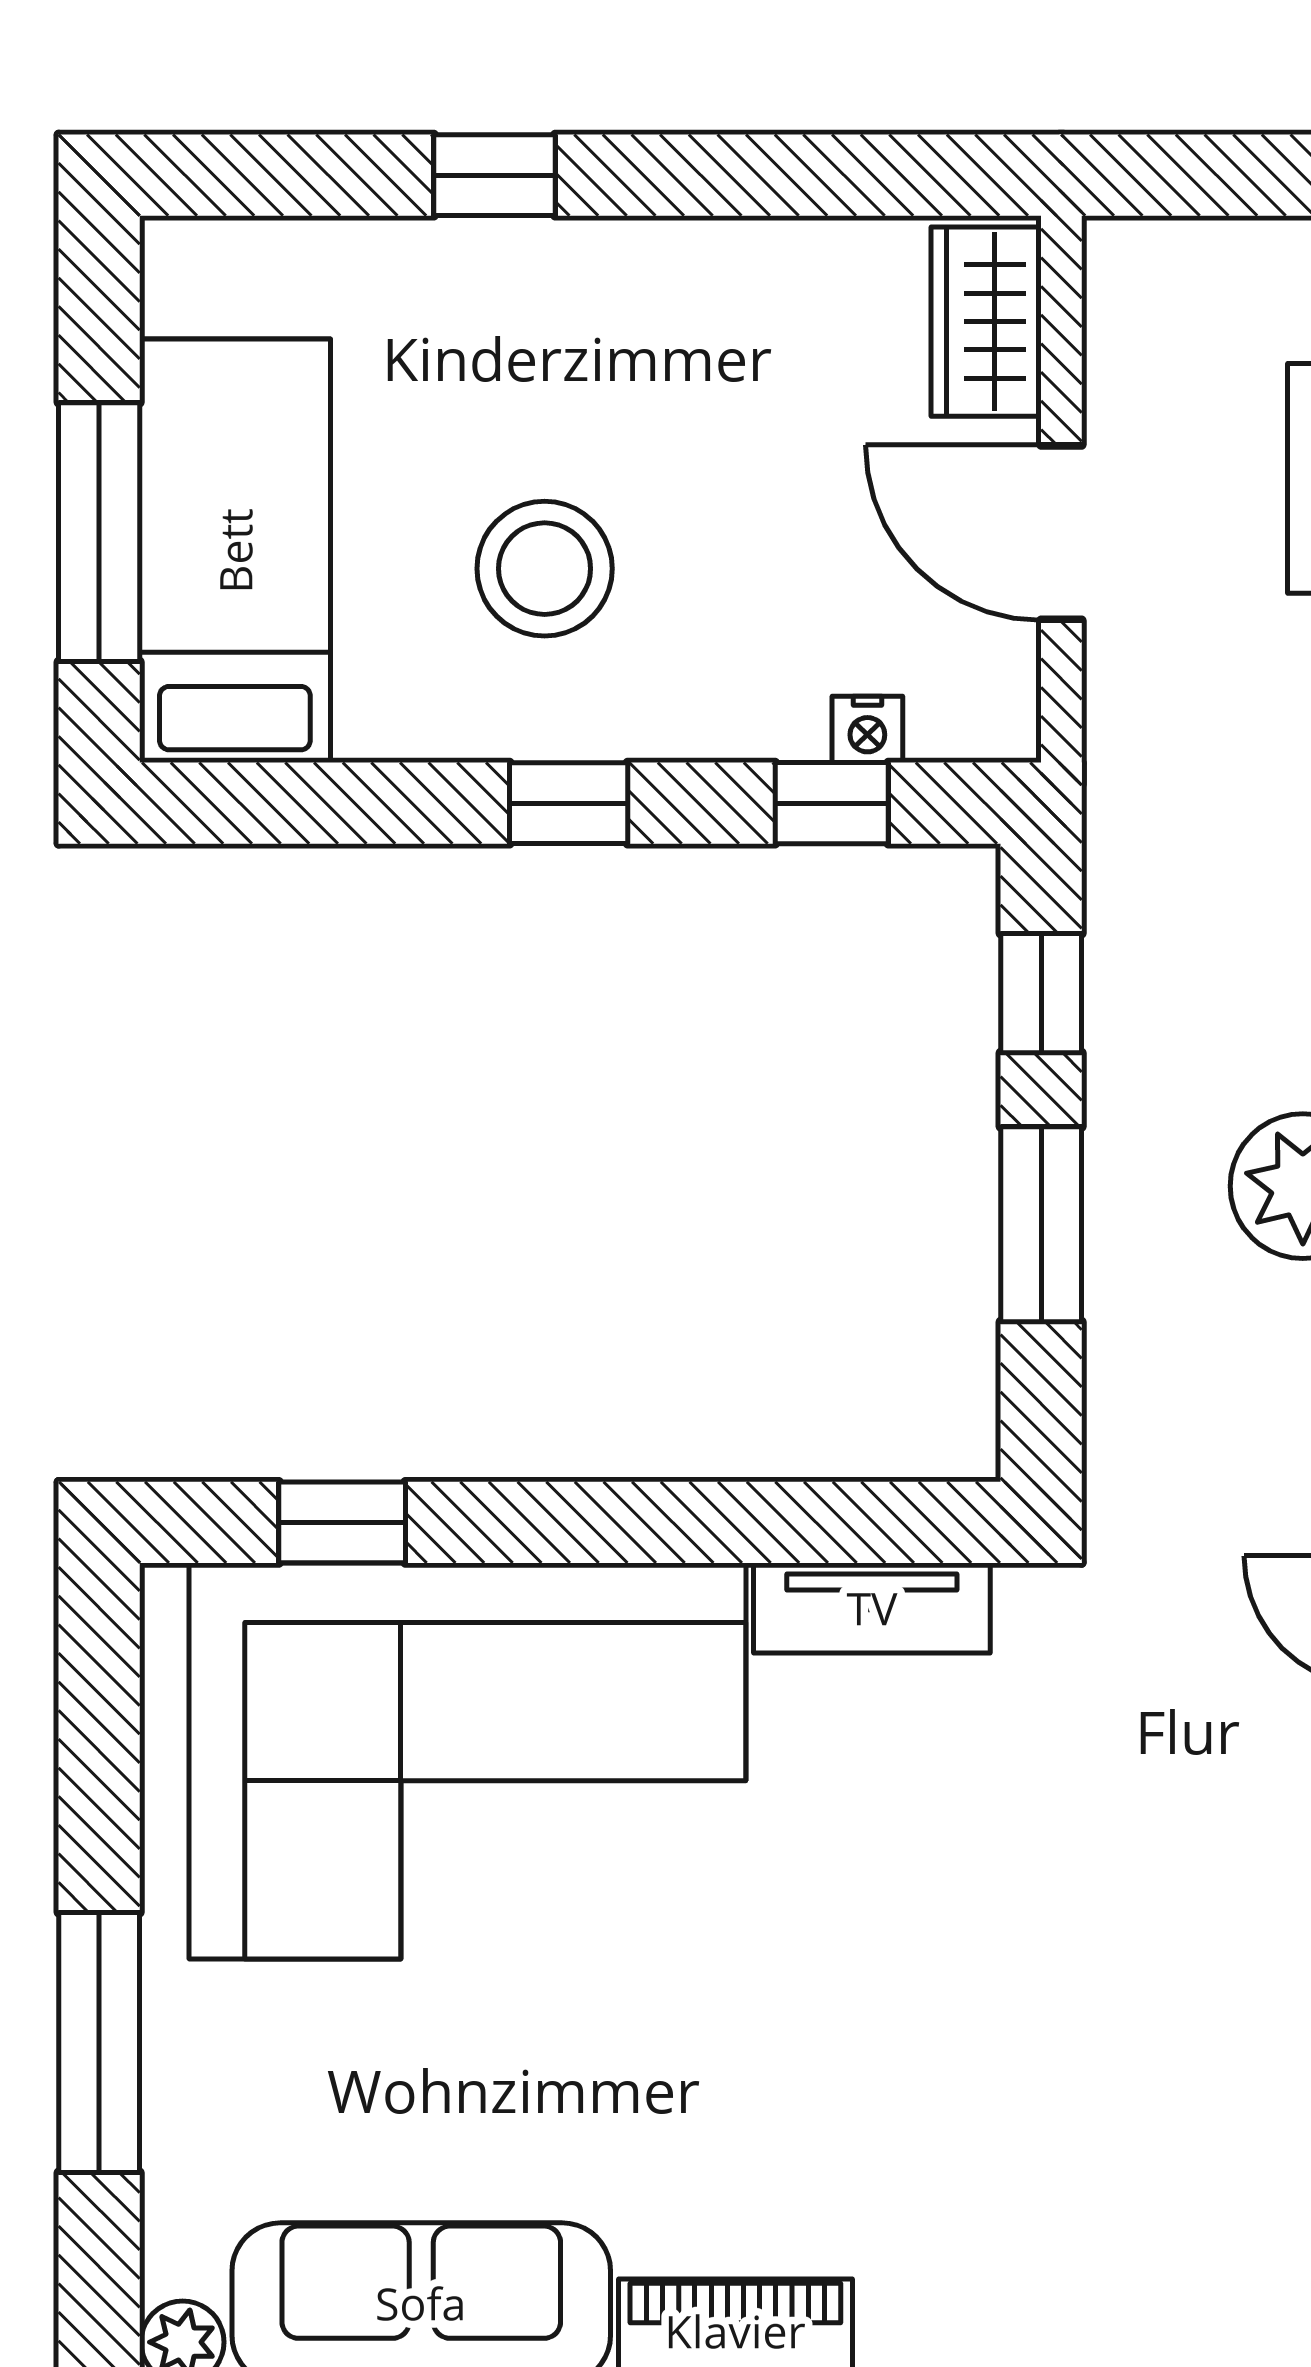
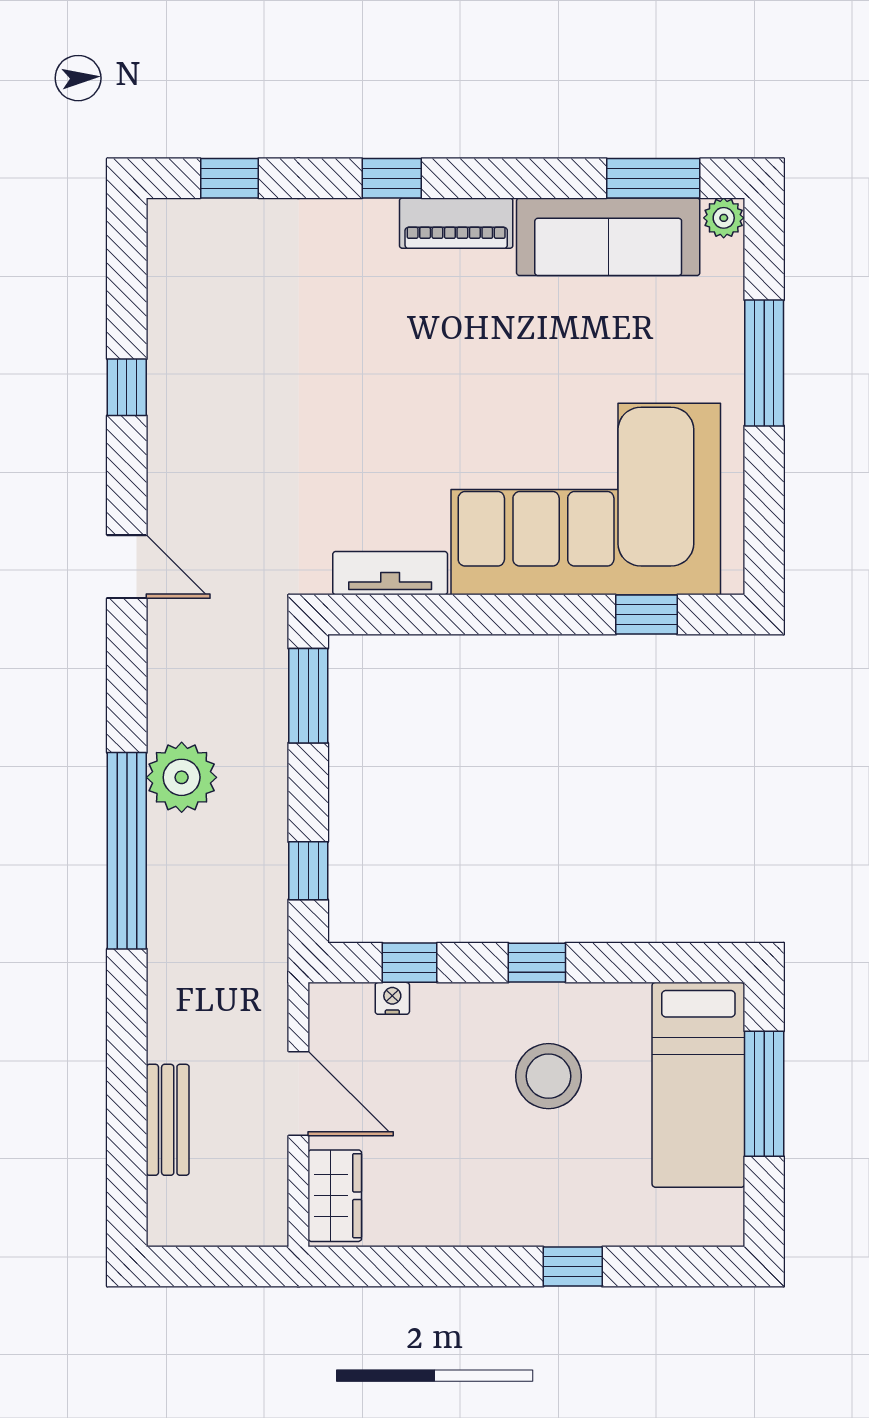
window: (1041, 1224) -> (308, 696), moved

